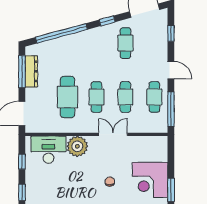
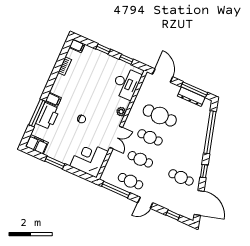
plant: (77, 146) -> (121, 112), width x0.53, depth x0.53
corner desk: (150, 180) -> (89, 159), moved

